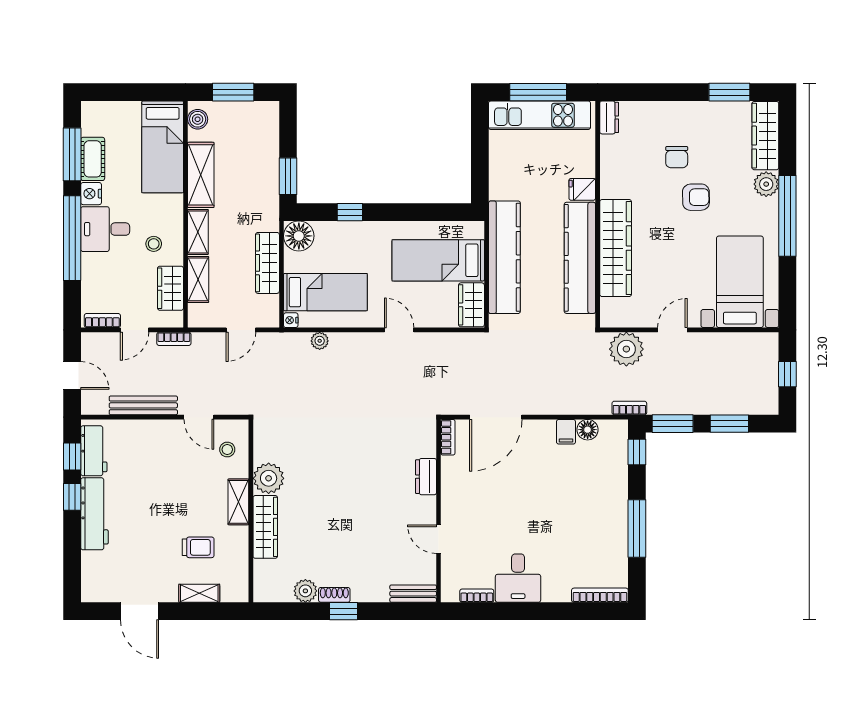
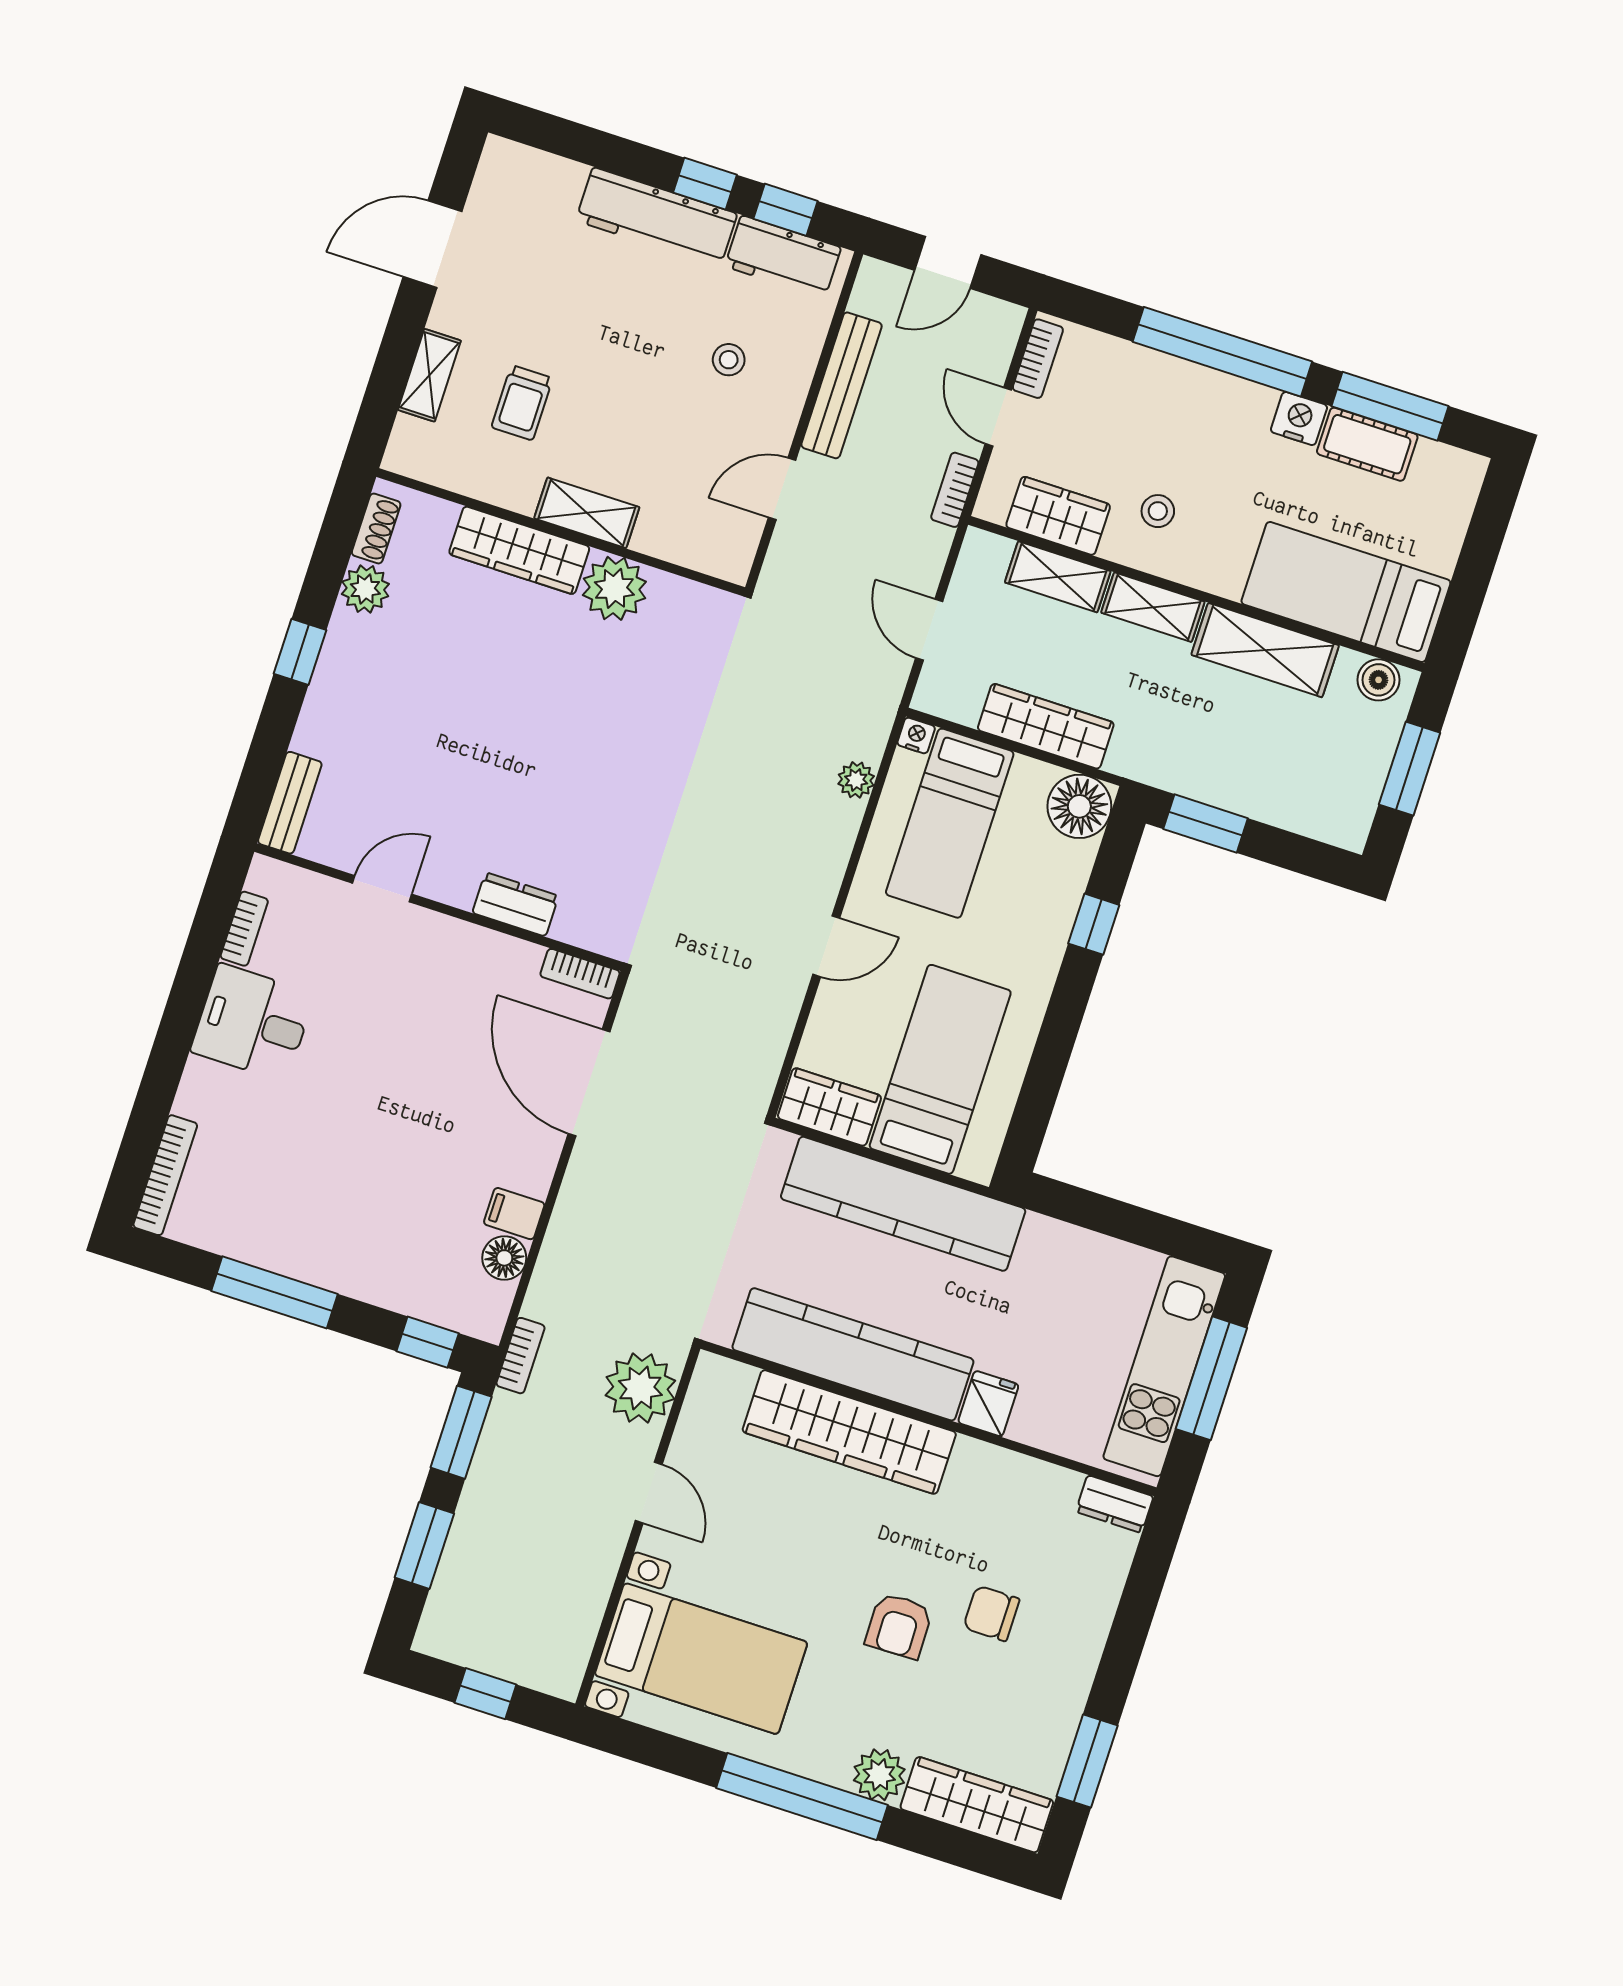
desk: (105, 229) -> (1219, 424), removed
stool: (227, 450) -> (729, 360), moved
shoe rack: (334, 595) -> (376, 528), moved

